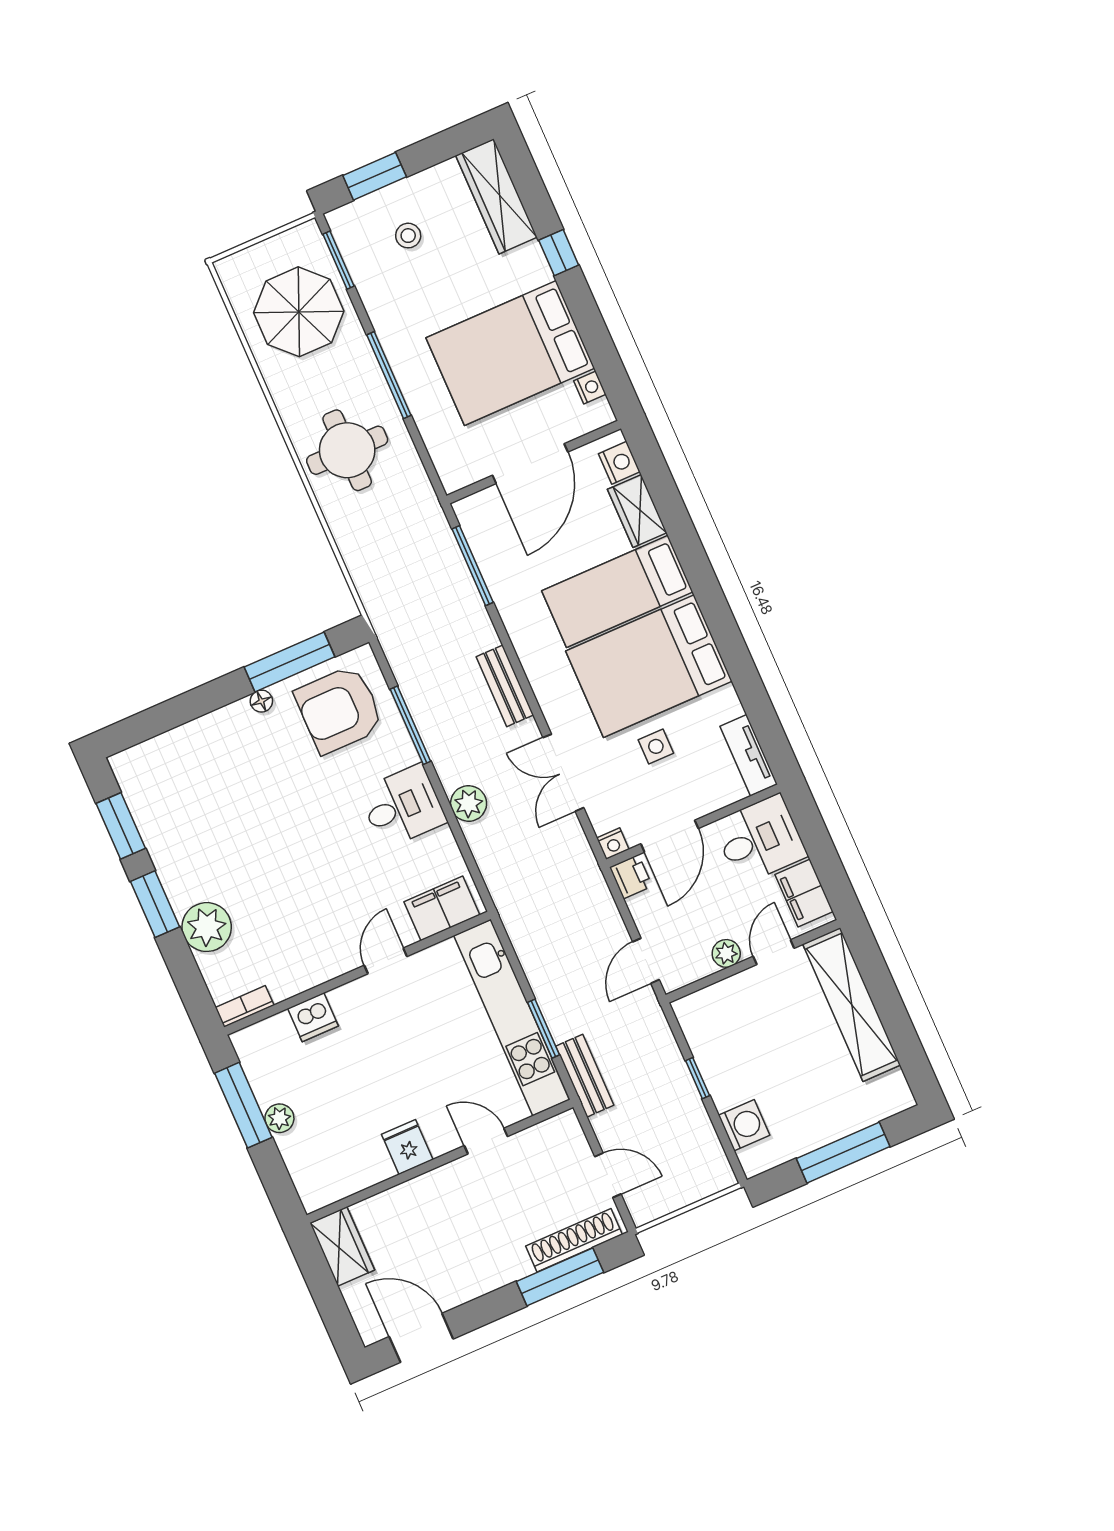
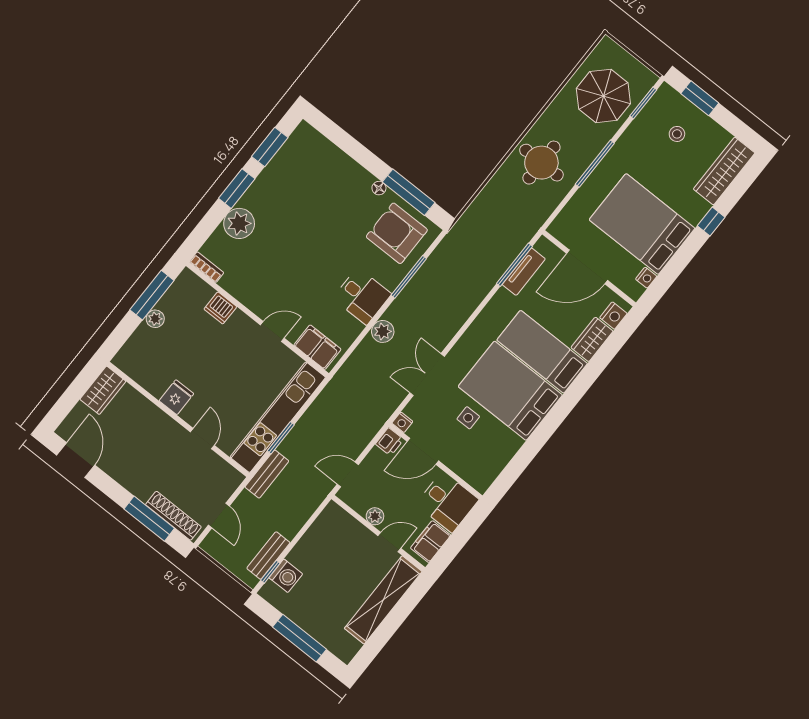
bench: (505, 686) -> (268, 555), moved
tv unit: (749, 755) -> (524, 272), moved, turned 180
window: (698, 1078) -> (270, 572), moved

